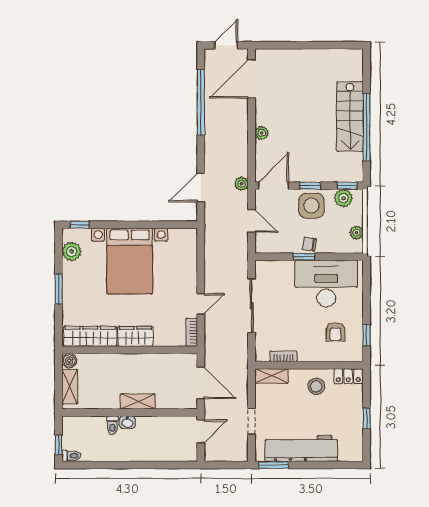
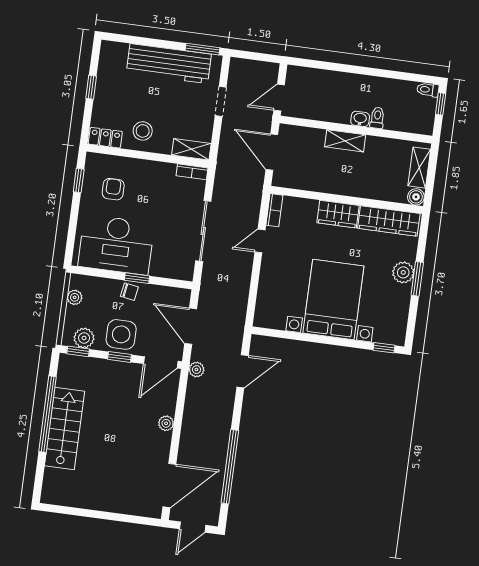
door: (252, 221) -> (191, 326), width x1.38
plant: (72, 252) -> (403, 272), moved
bookcase: (284, 356) -> (192, 172), moved

